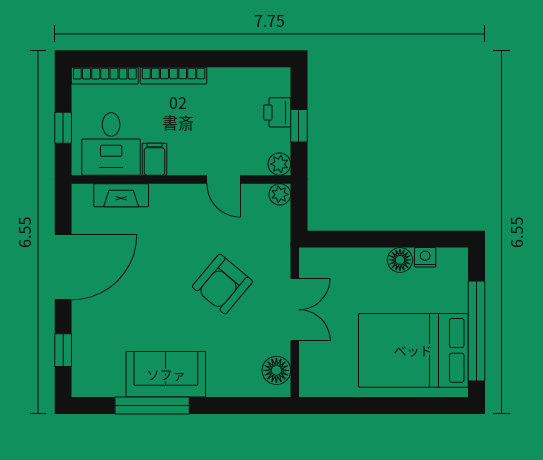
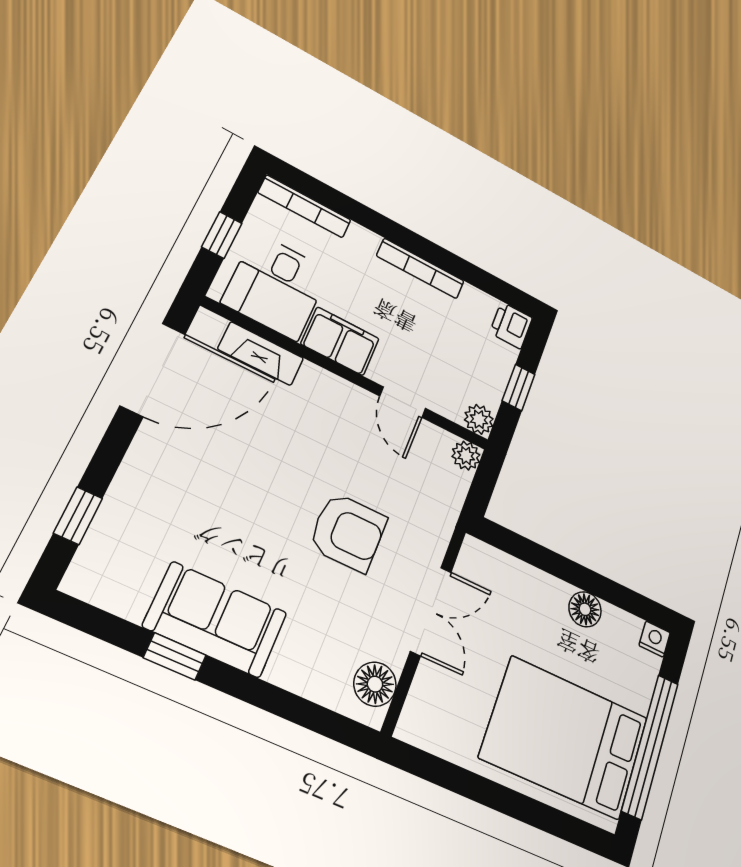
bookcase: (174, 76) -> (421, 269), moved
printer: (277, 112) -> (511, 325), moved
filing cabinet: (154, 159) -> (340, 341), width x2.00
nightstand: (425, 257) -> (655, 639), moved
door: (63, 267) -> (153, 369), moved
armchair: (222, 284) -> (348, 532), turned -130
window: (152, 406) -> (175, 656), width x0.46

